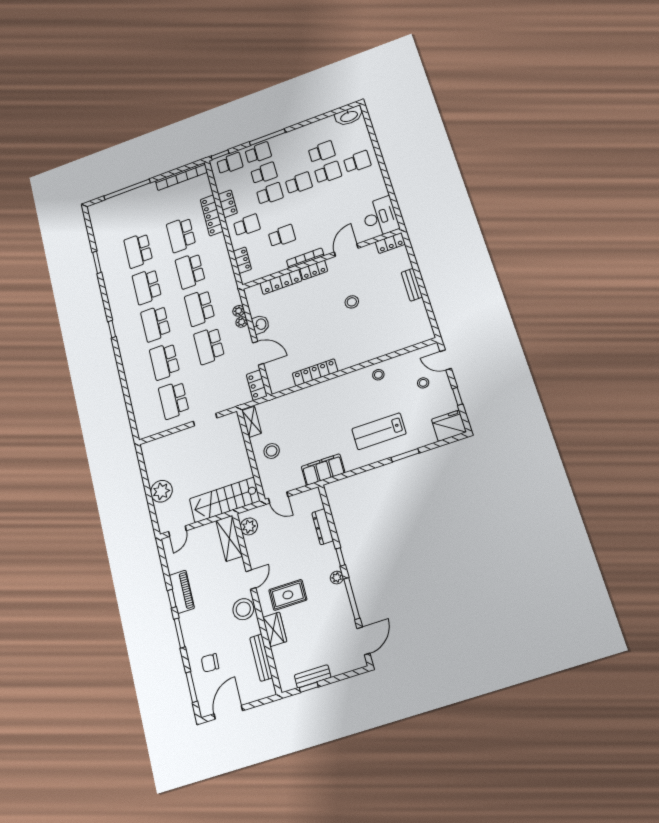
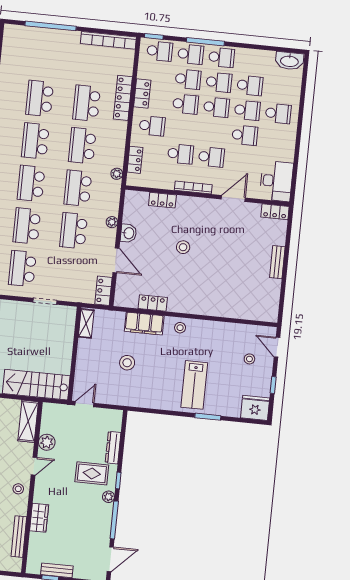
school desk: (287, 142) -> (221, 57), added
school desk: (293, 163) -> (219, 82), added
school desk: (334, 193) -> (245, 135), added
school desk: (311, 225) -> (211, 157), added
locker: (314, 270) -> (197, 203), removed
locker: (281, 282) -> (162, 200), width x0.66
stool: (352, 302) -> (183, 247), moved
plant: (239, 311) -> (117, 174), moved
locker: (315, 372) -> (153, 303), width x0.66
stool: (378, 375) -> (180, 328), moved
lab bench: (379, 431) -> (194, 385), turned -90
stool: (272, 451) -> (127, 363), moved
filing cabinet: (323, 470) -> (144, 323), moved, turned 180
door: (278, 497) -> (84, 404), swing flipped
plant: (249, 526) -> (47, 442), moved
rug: (288, 595) -> (92, 473), moved
stool: (243, 609) -> (18, 489), width x0.53, depth x0.53

